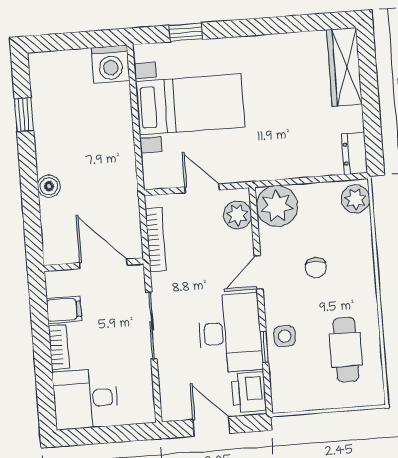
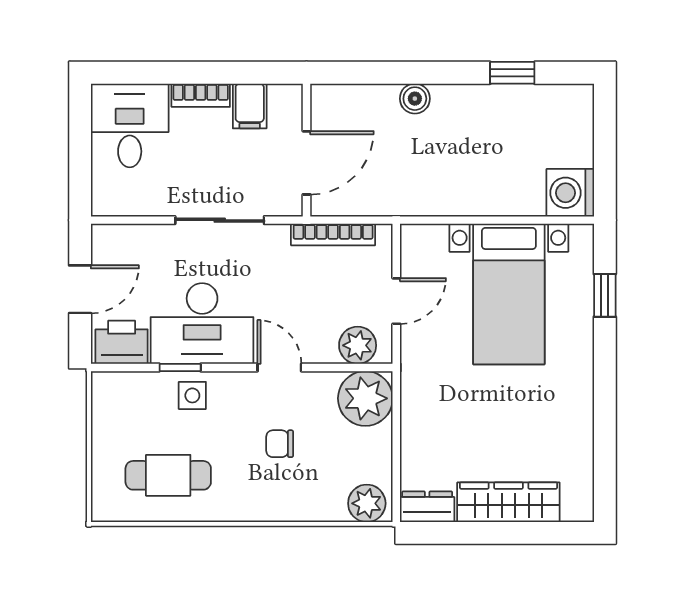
wardrobe: (344, 67) -> (508, 502), moved

